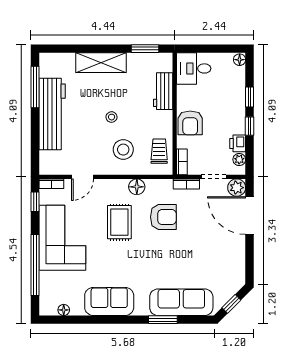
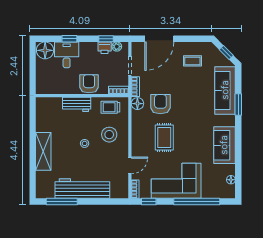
window: (145, 49) -> (33, 118), removed
floor lamp: (240, 60) -> (45, 50), width x1.89, depth x1.89
desk: (194, 68) -> (67, 55), moved, turned 180
workbench: (163, 91) -> (77, 104), moved
armchair: (190, 123) -> (89, 84), turned -90
window: (250, 126) -> (106, 39), moved
door: (83, 177) -> (130, 165), hinge flipped
floor lamp: (137, 187) -> (137, 104), moved
plant: (237, 188) -> (138, 49), removed
rug: (119, 222) -> (164, 138), turned 90
coffee table: (220, 259) -> (192, 61), added

